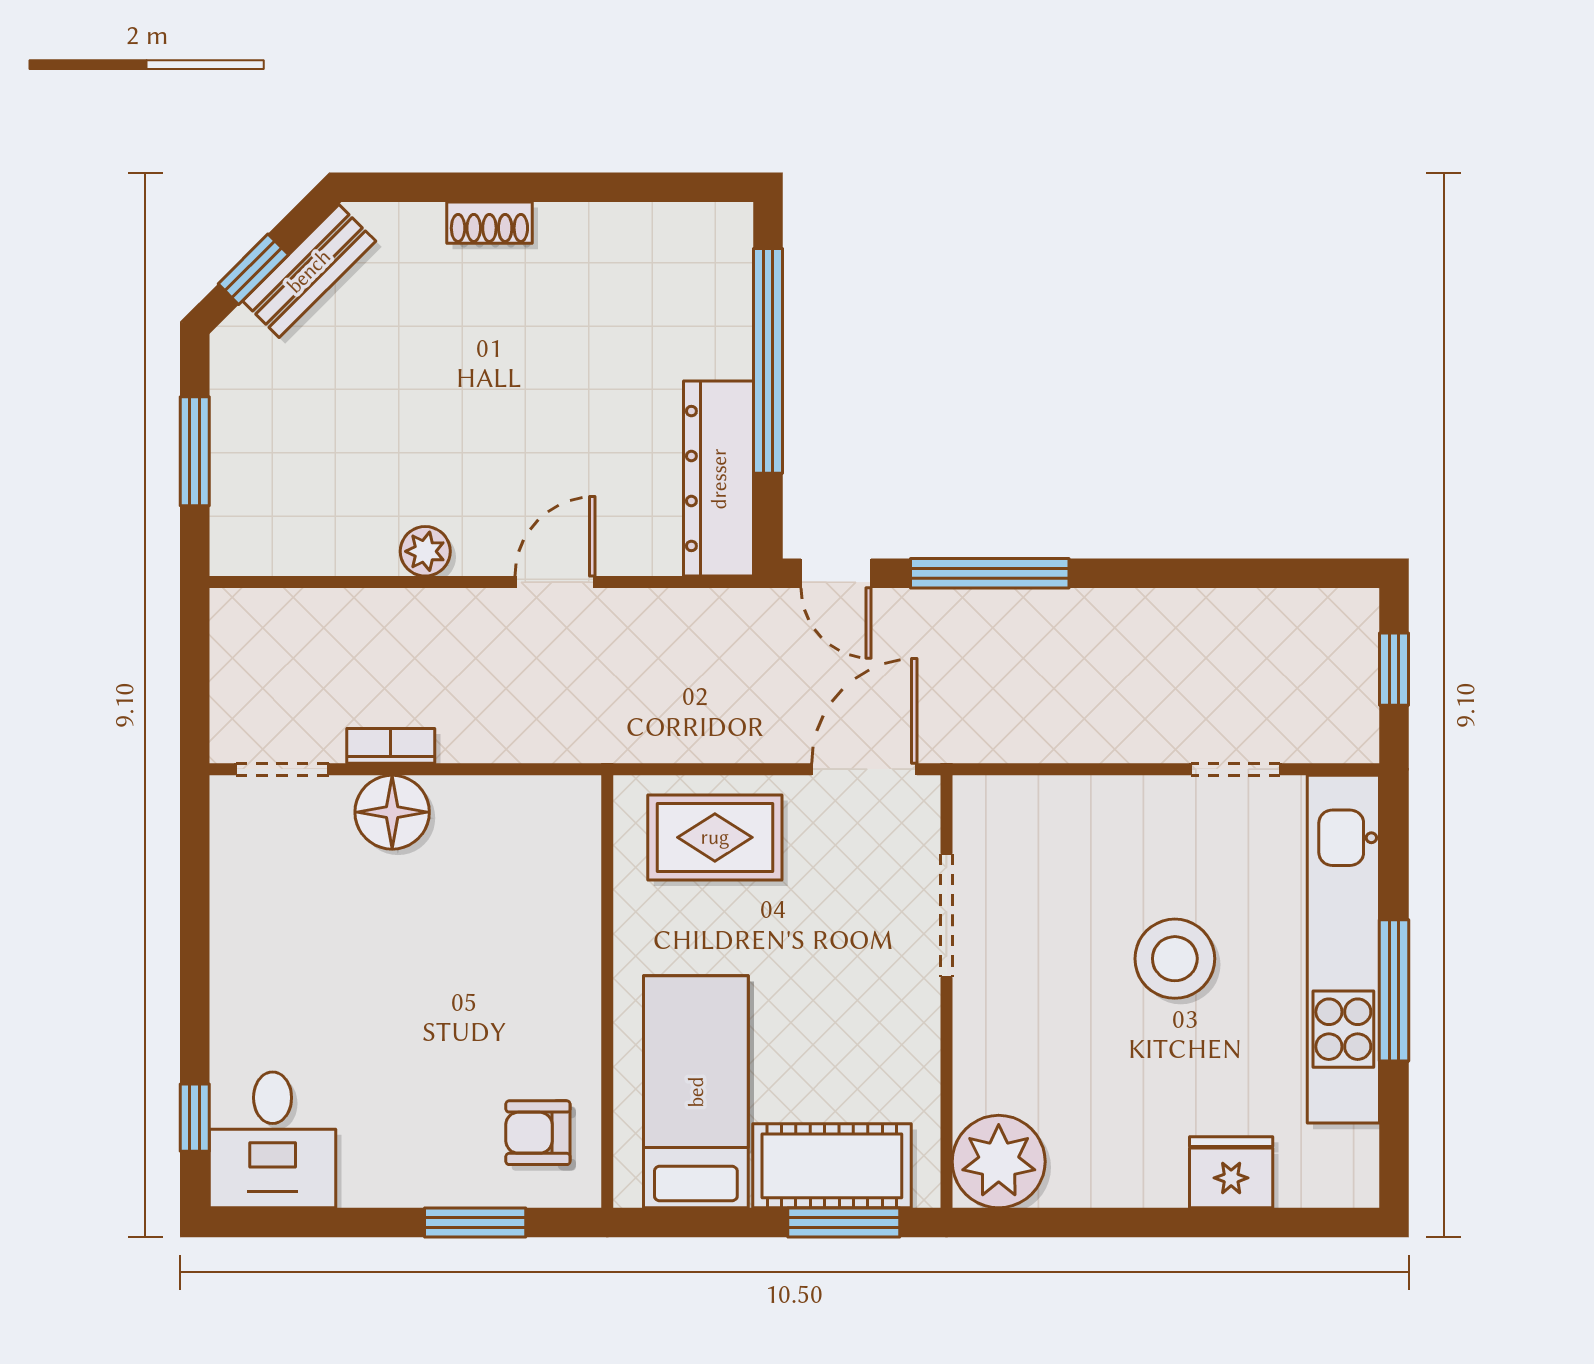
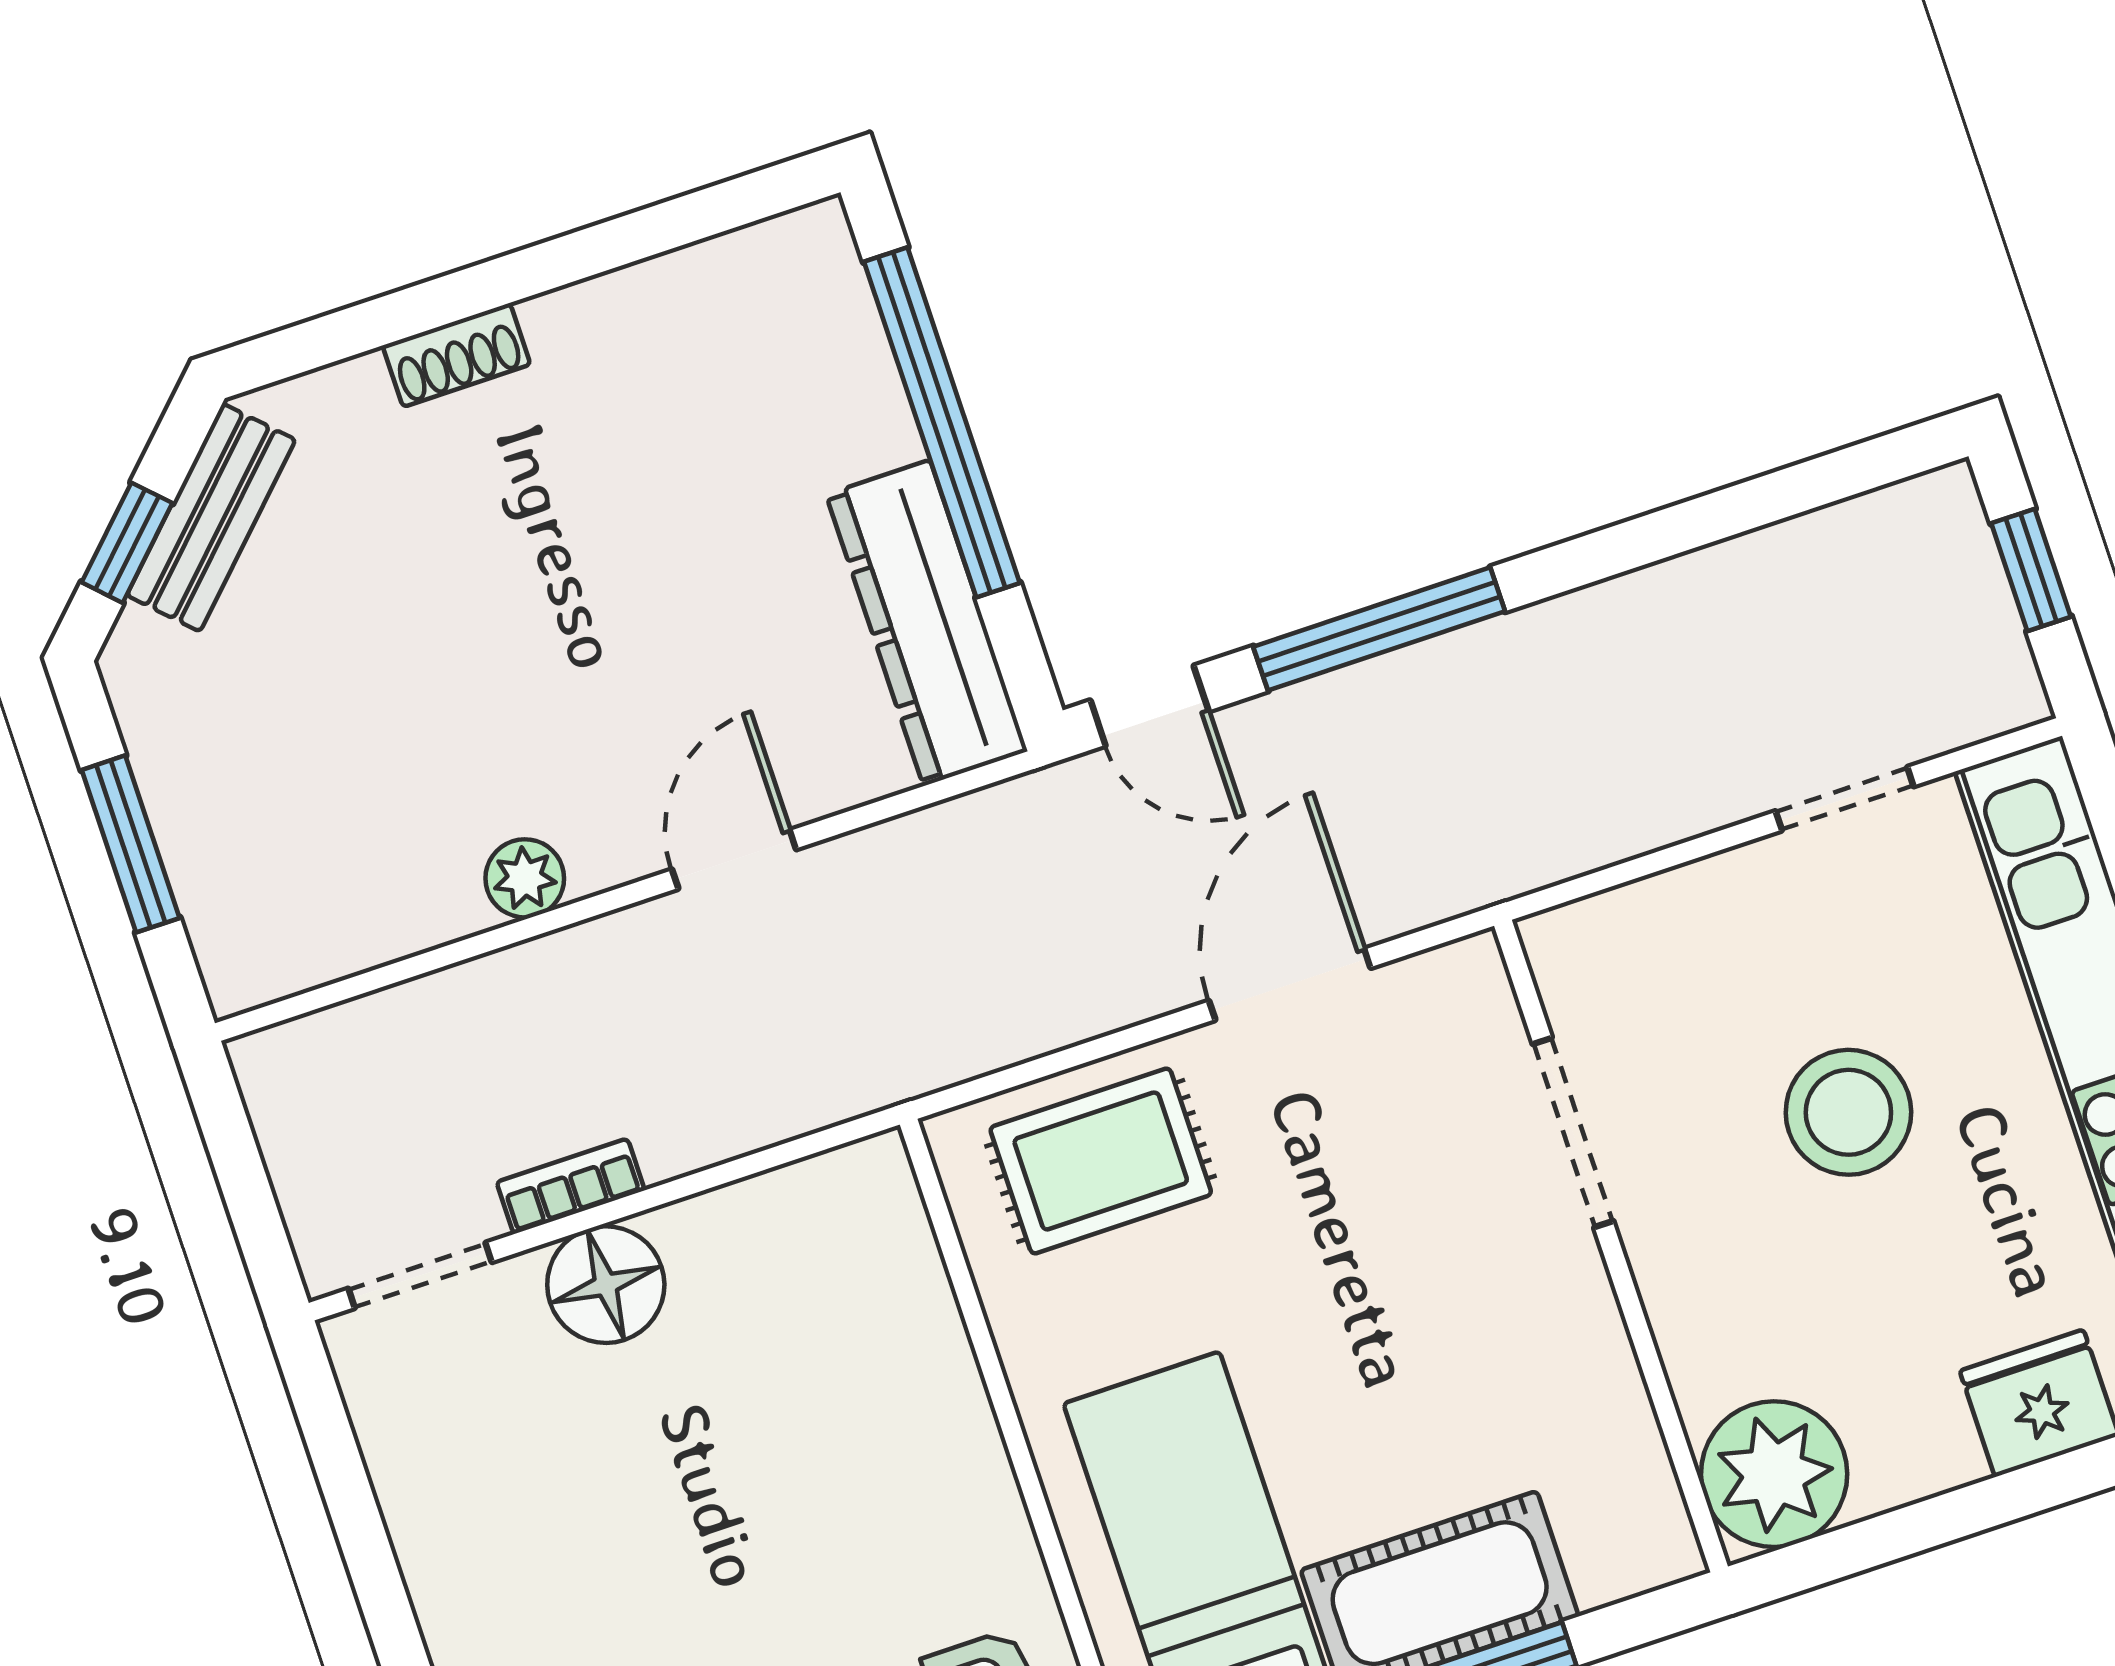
doorway: (946, 915) -> (1573, 1133), moved
wall: (946, 992) -> (1611, 1246), moved
plant: (999, 1162) -> (1774, 1474), moved

